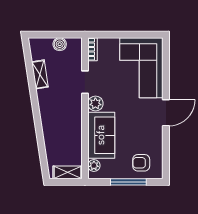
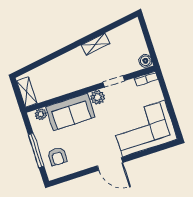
boiler: (60, 44) -> (145, 61), moved
shelving: (40, 74) -> (96, 44), moved
armchair: (141, 163) -> (57, 156), turned 180

